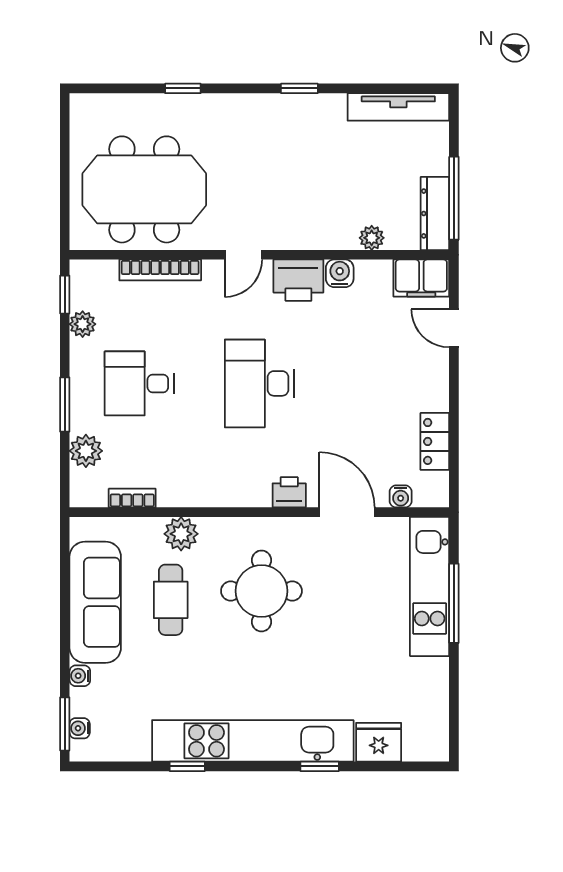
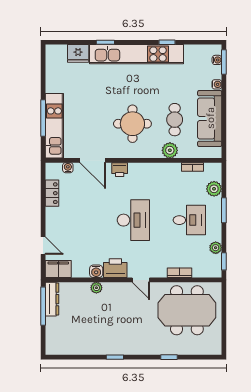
tv unit: (398, 107) -> (69, 349), removed
plant: (372, 238) -> (96, 288), moved
door: (243, 255) -> (141, 280), swing flipped
bookcase: (160, 270) -> (180, 273), width x0.64

